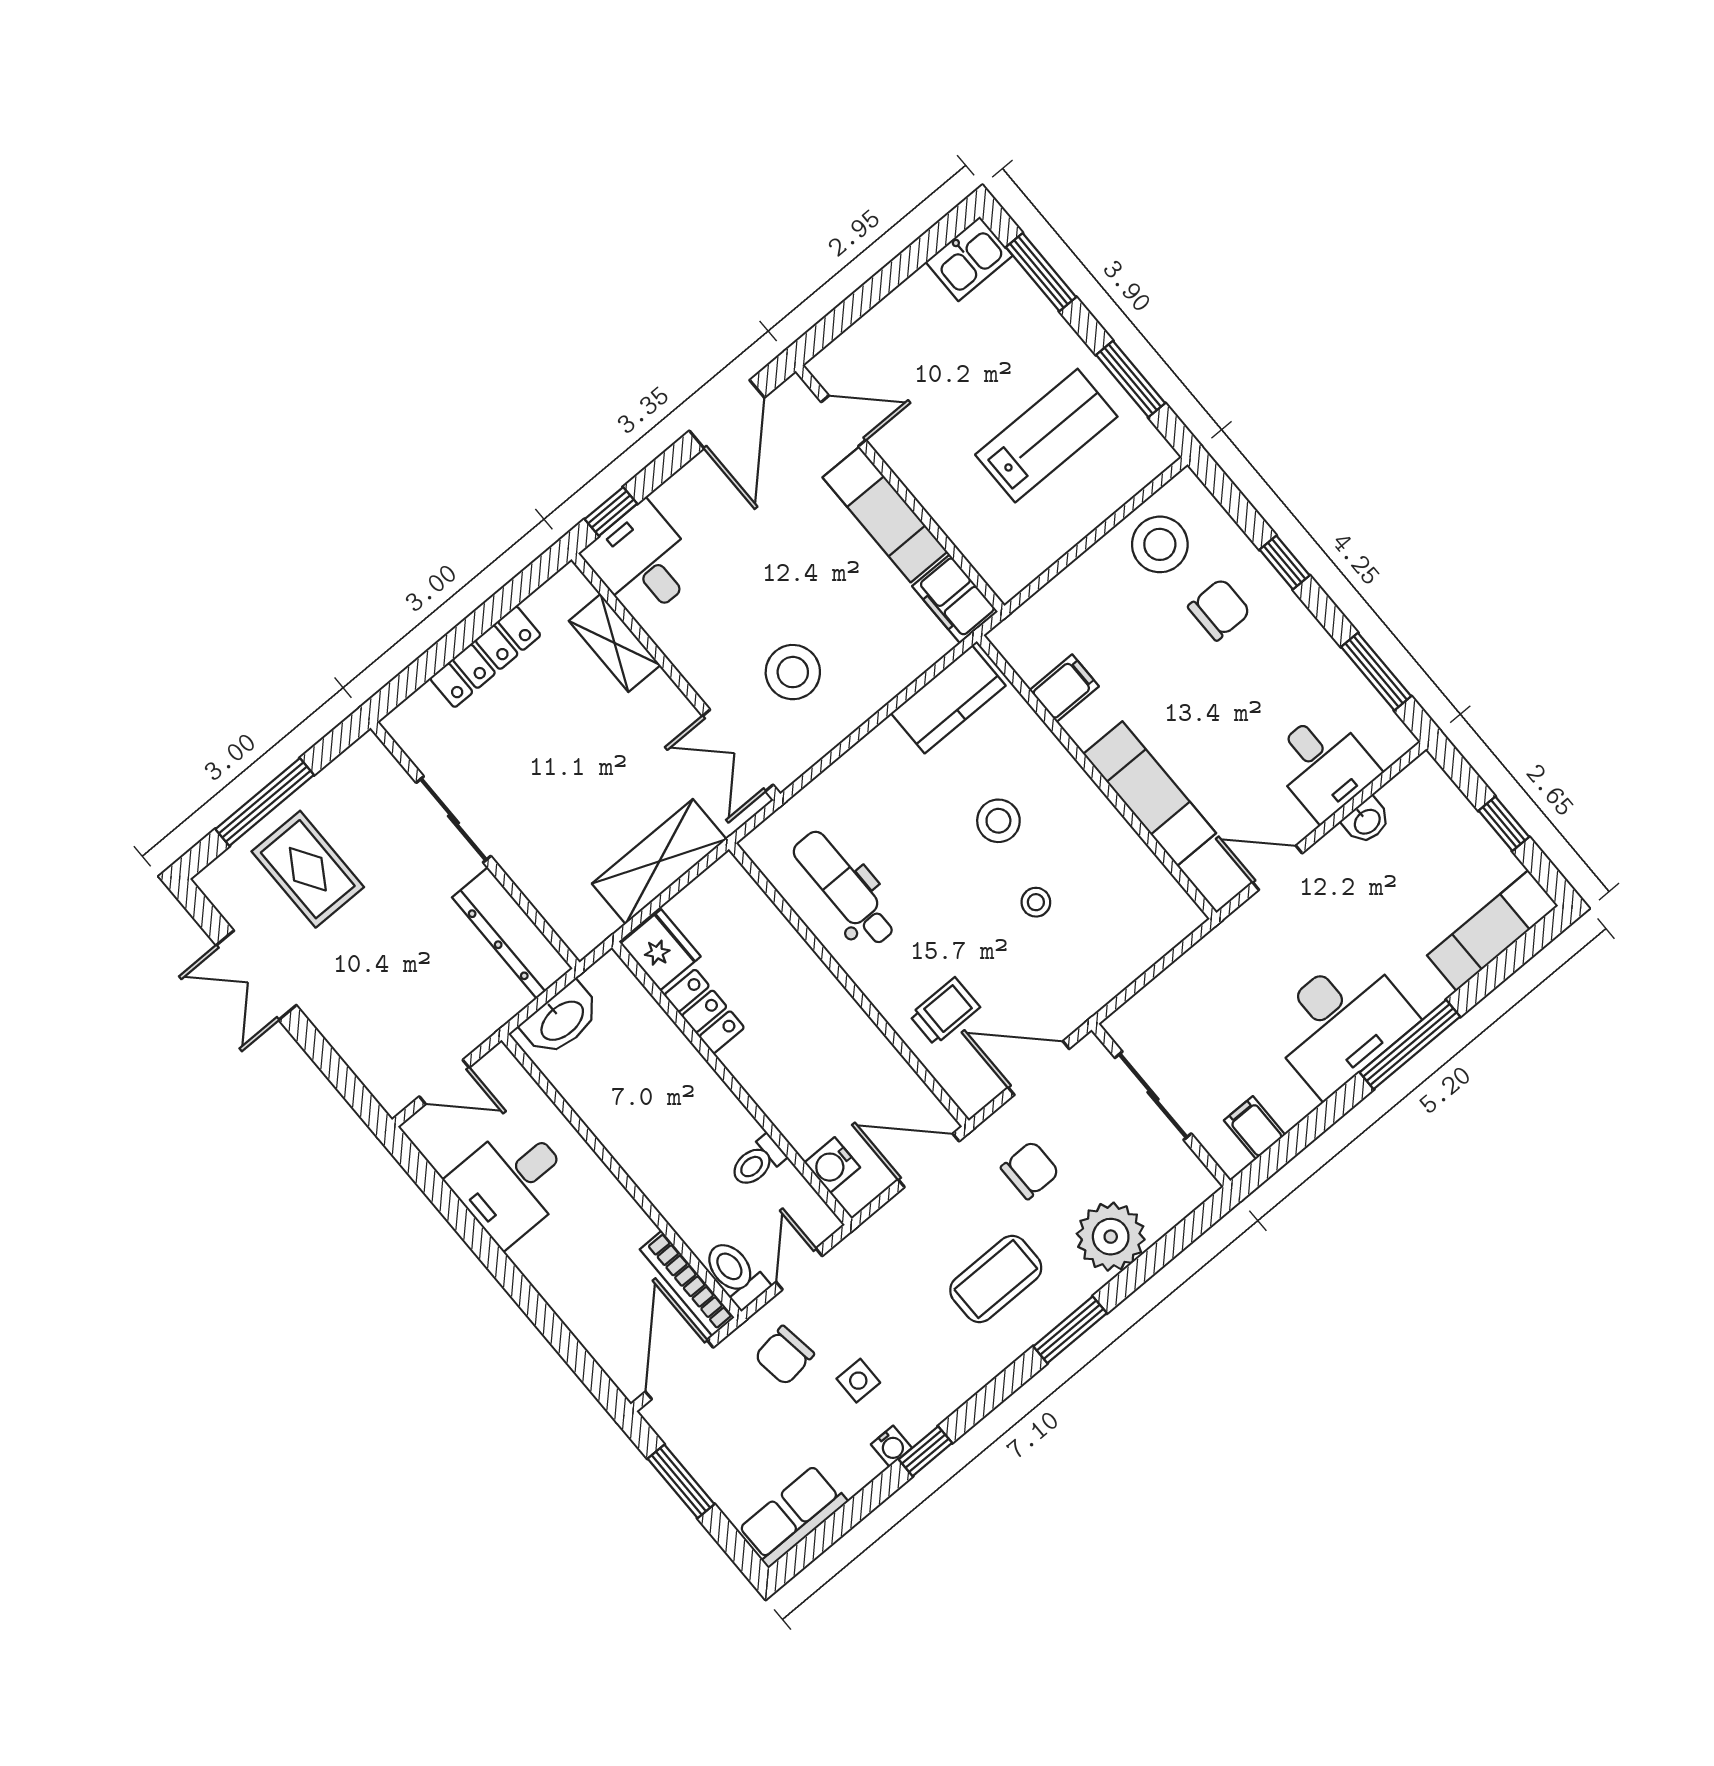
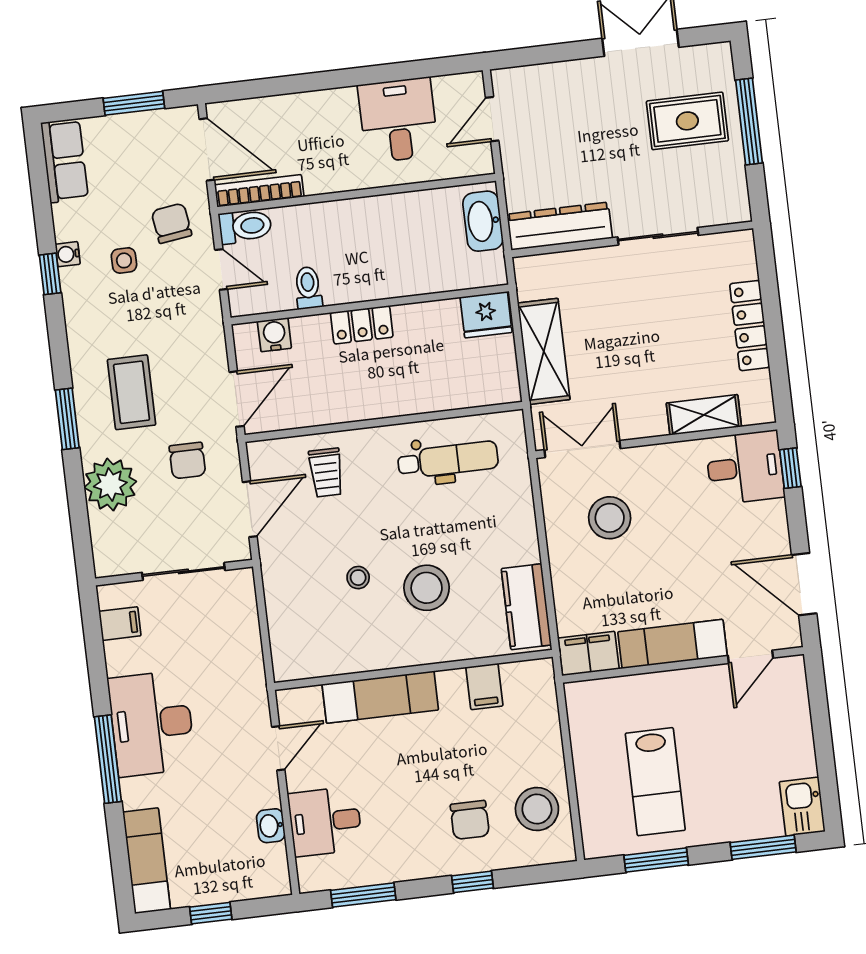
stool: (998, 821) -> (427, 588), width x1.38, depth x1.38
locker: (704, 1011) -> (362, 325), moved

